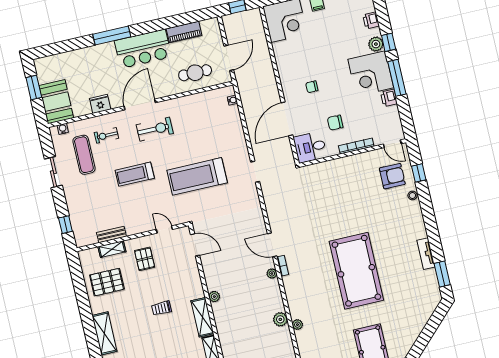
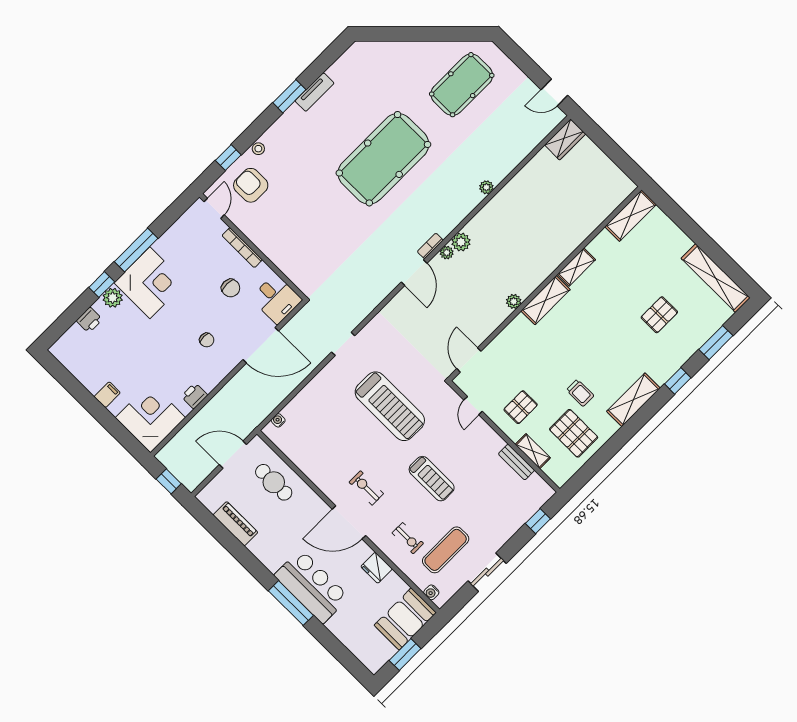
bar counter: (143, 49) -> (312, 586), moved
printer: (389, 98) -> (194, 396), moved, turned 180
exercise bike: (155, 129) -> (366, 488), width x0.73, depth x0.72
window: (442, 274) -> (289, 96), moved
trolley: (162, 308) -> (580, 393), moved
plant: (280, 319) -> (461, 242), moved

